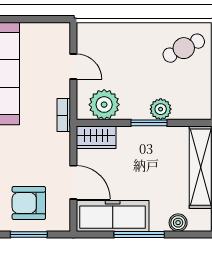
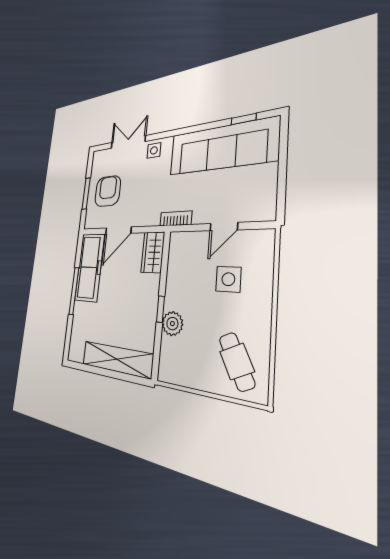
side table: (119, 59) -> (228, 279), added
plant: (104, 105) -> (182, 261), removed
window: (149, 123) -> (161, 309), width x0.67
boiler: (178, 223) -> (77, 329), removed

